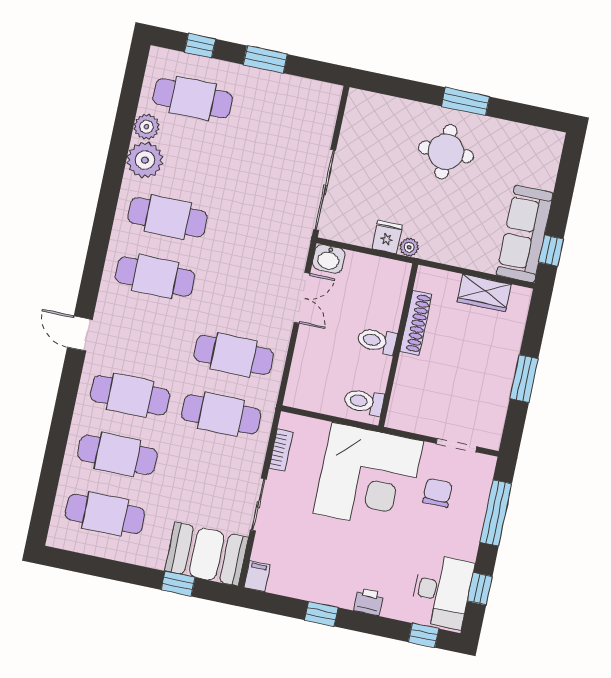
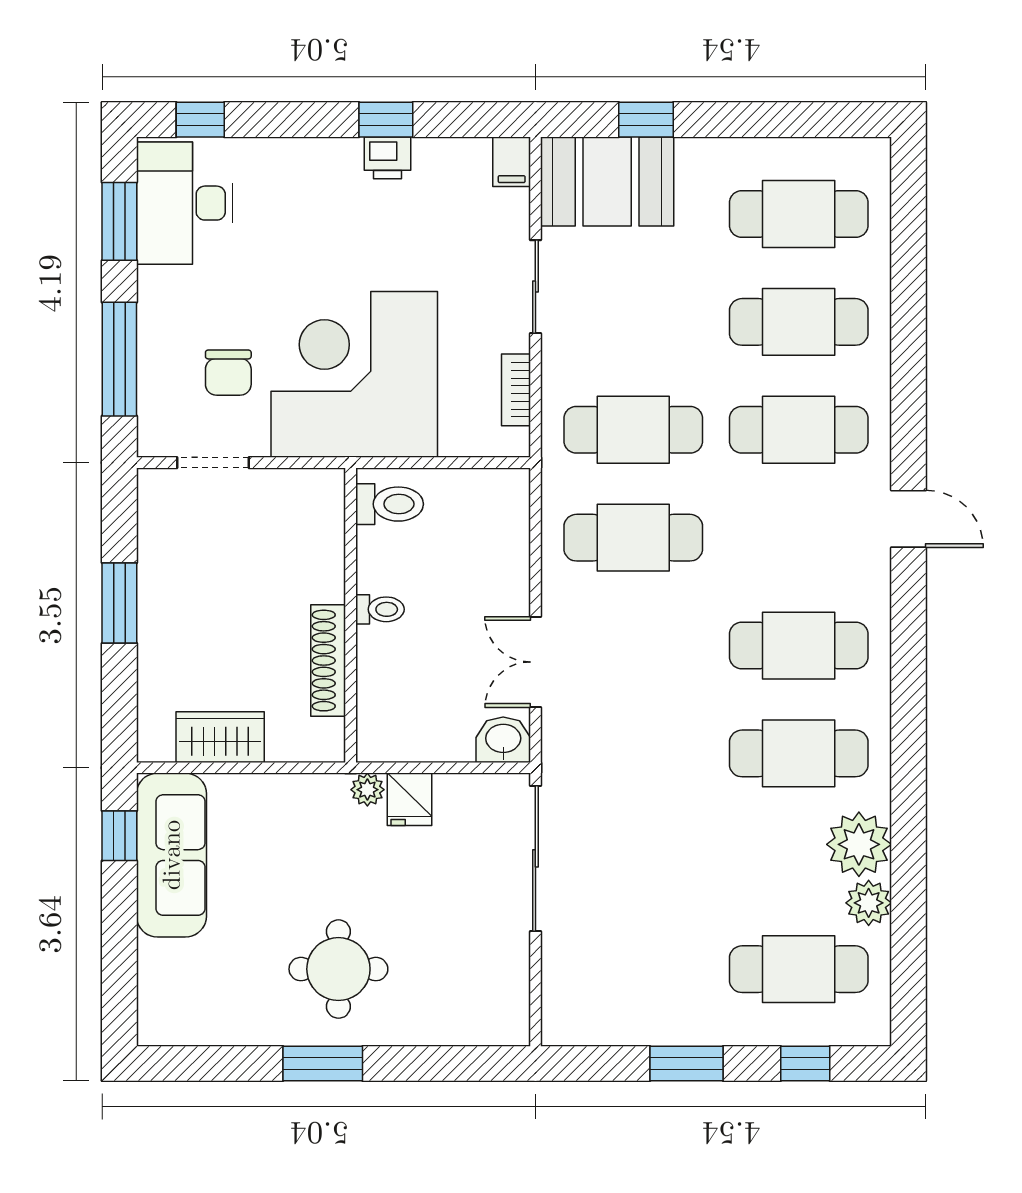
toilet: (377, 341) -> (380, 609), width x0.73, depth x0.72
window: (480, 589) -> (119, 221), width x1.50
printer: (369, 602) -> (387, 158), moved

